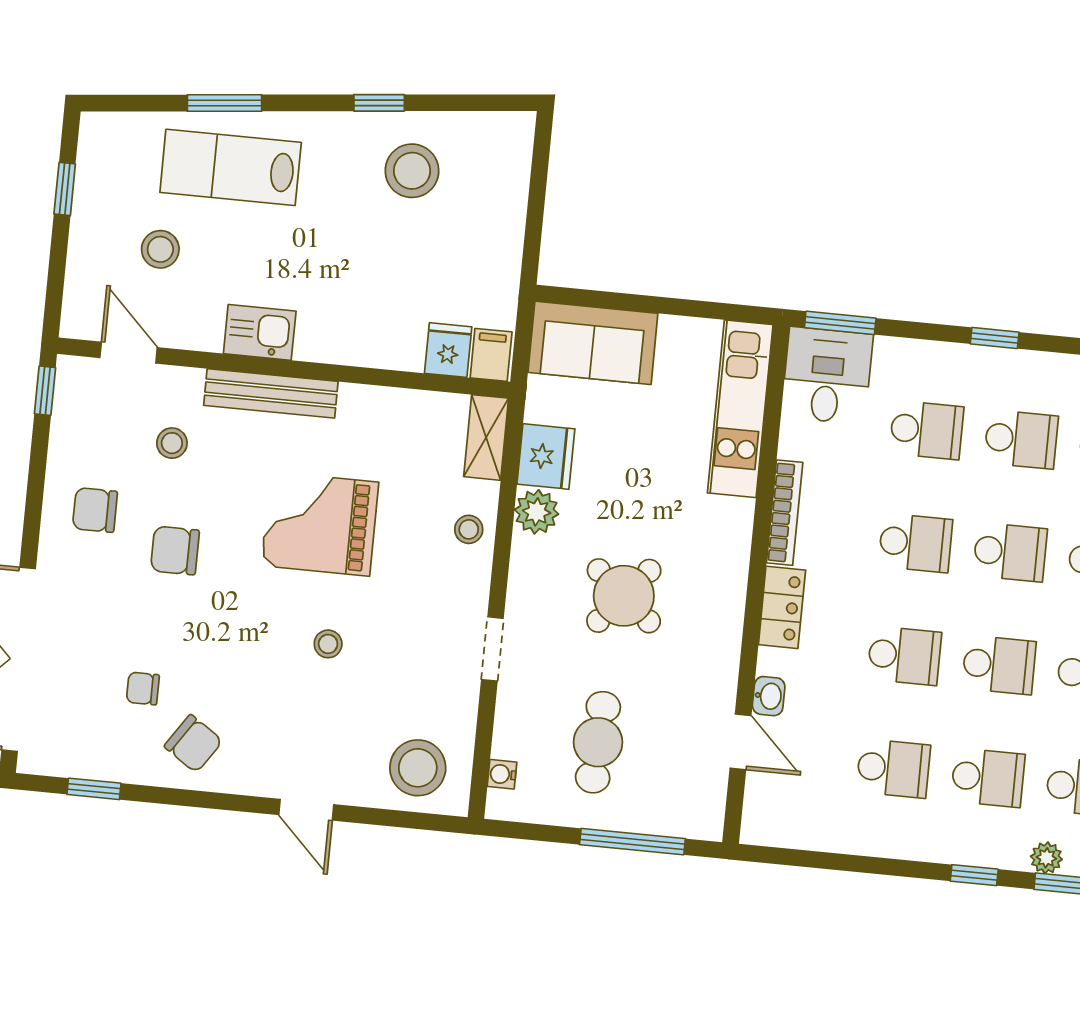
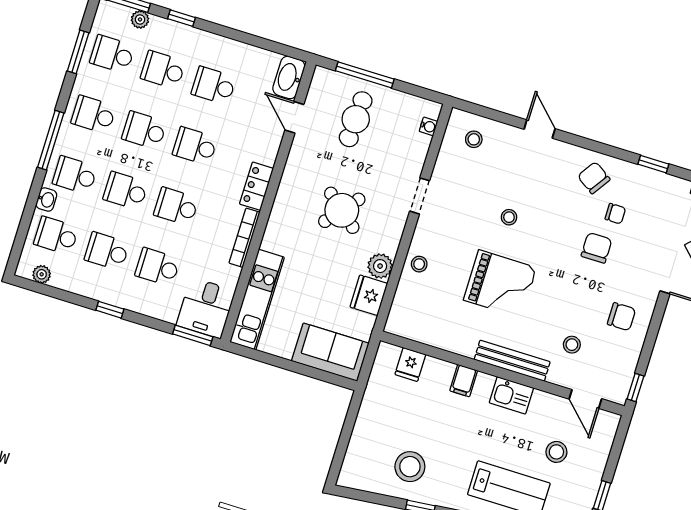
filing cabinet: (491, 355) -> (464, 381), moved
shelving: (486, 437) -> (399, 312), removed
chair: (175, 550) -> (597, 248), moved, turned -90
washbasin: (769, 696) -> (289, 77), moved, width x1.91, depth x1.45
cafe table: (598, 742) -> (356, 119), moved
stool: (418, 768) -> (474, 139), width x0.53, depth x0.53

